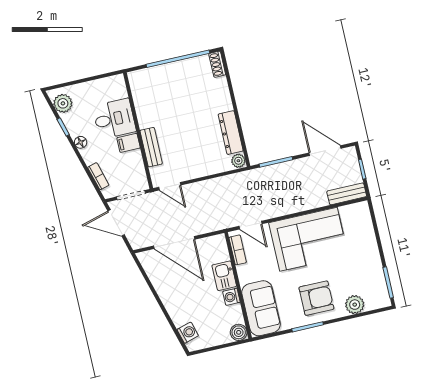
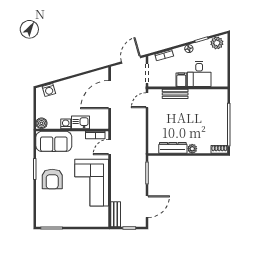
plant: (238, 161) -> (192, 149), moved
plant: (355, 305) -> (42, 203), removed

